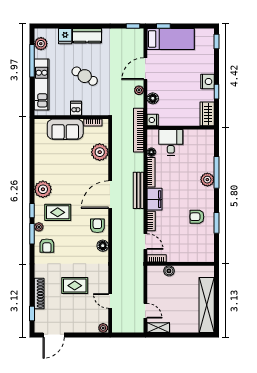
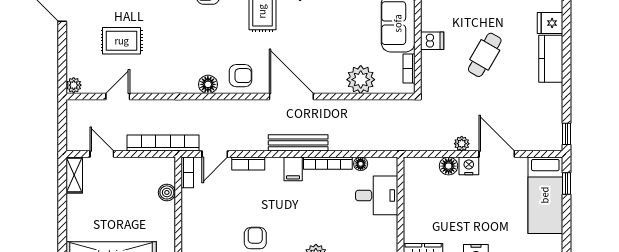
nightstand: (153, 120) -> (469, 166), moved
bookcase: (139, 130) -> (163, 143), moved
filing cabinet: (155, 199) -> (293, 169), width x0.50
rug: (75, 286) -> (122, 41), moved, turned 90
door: (145, 311) -> (102, 154), swing flipped

